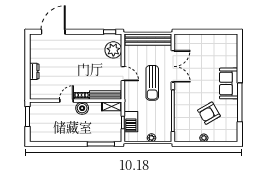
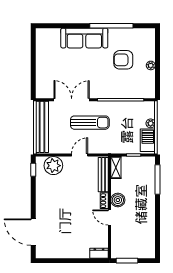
dresser: (34, 71) -> (99, 253), moved
sofa: (229, 83) -> (84, 38), width x1.36
armchair: (209, 113) -> (123, 60), turned 120
barbecue: (131, 122) -> (148, 140), moved, turned -90

